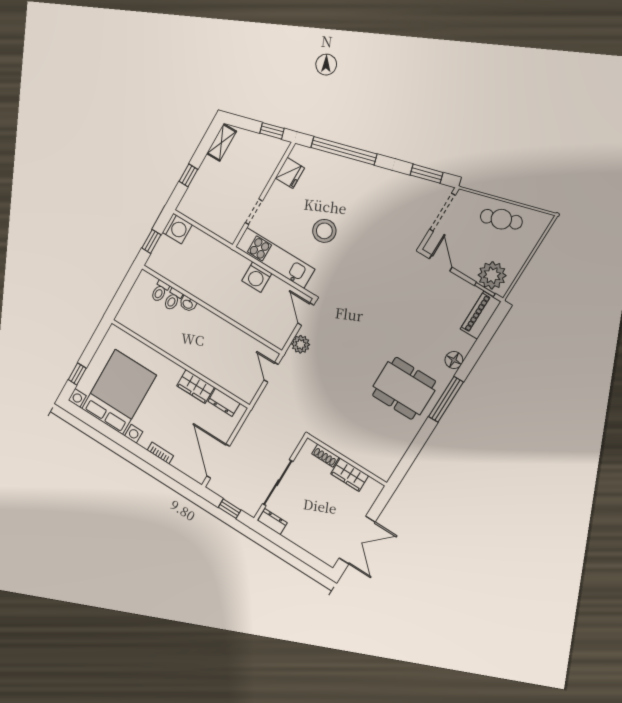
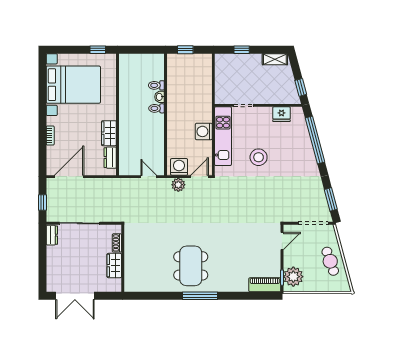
washing machine: (177, 229) -> (179, 167), moved, turned 180
toilet: (160, 291) -> (157, 108), moved
floor lamp: (454, 360) -> (227, 286), removed
door: (271, 372) -> (149, 177), hinge flipped
window: (77, 374) -> (98, 50), moved

